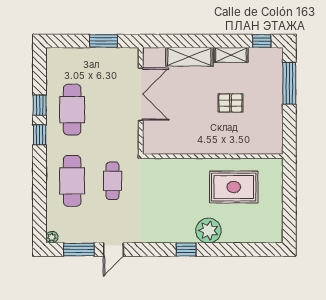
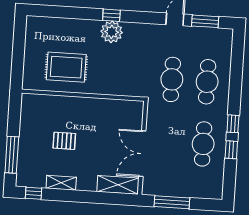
window: (103, 41) -> (172, 202), width x1.44
shelving: (189, 57) -> (118, 185), moved
cafe table: (113, 181) -> (172, 79), width x1.37, depth x1.35
plant: (208, 231) -> (112, 32), moved
plant: (52, 237) -> (228, 34), removed

